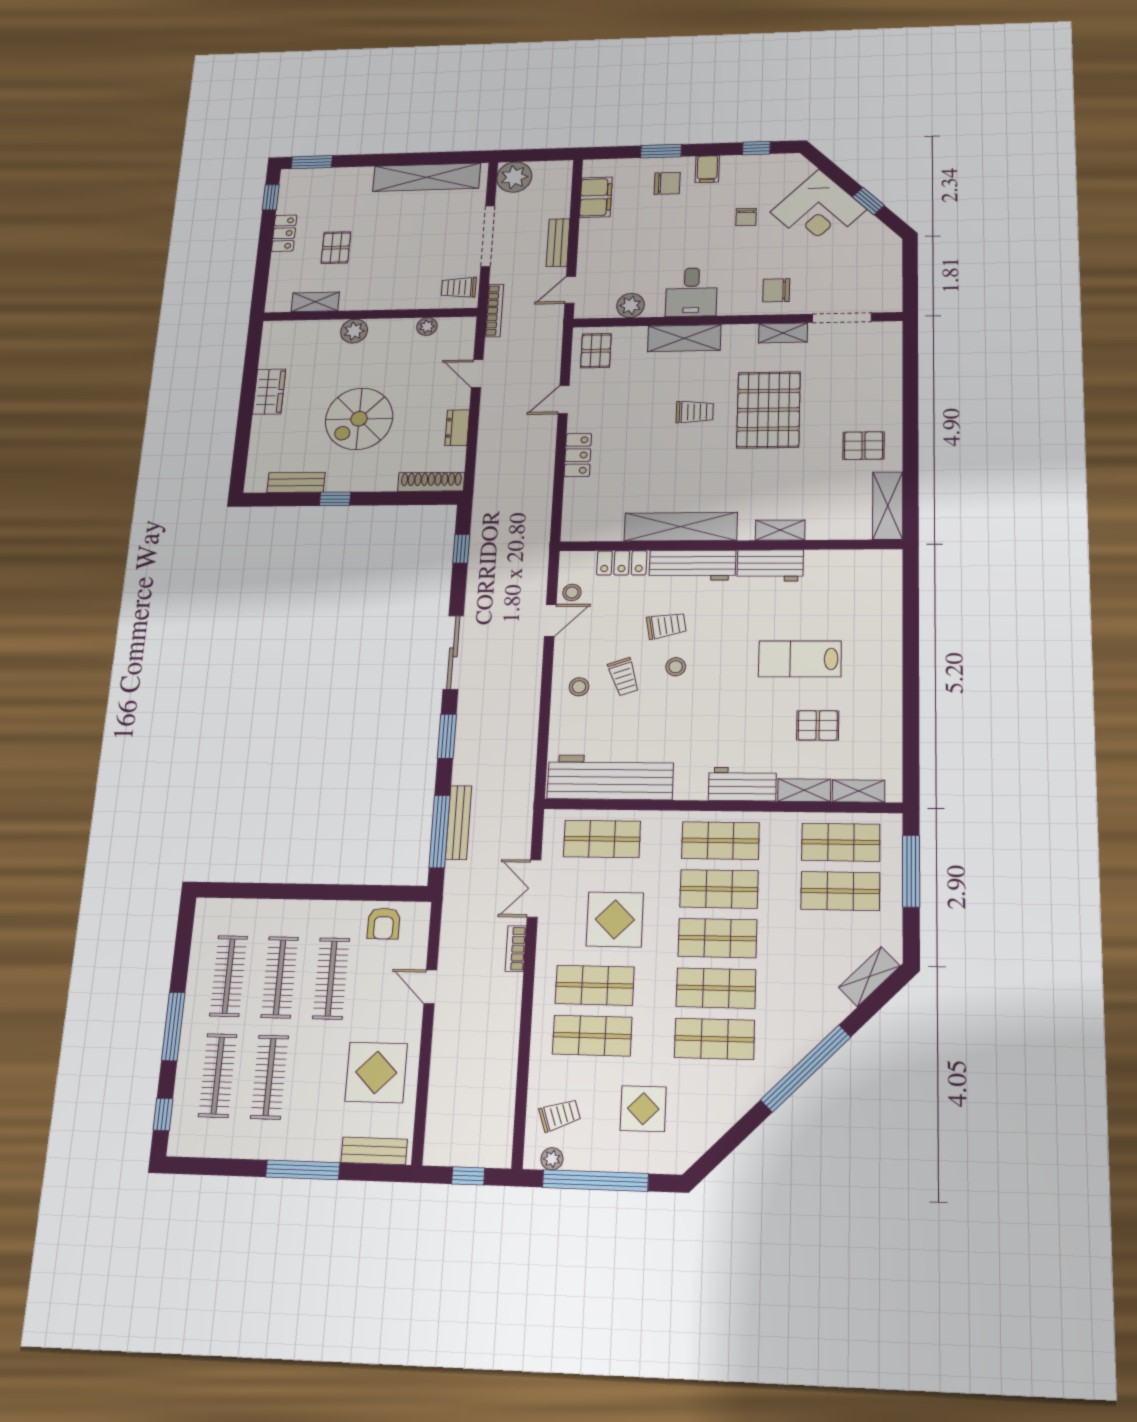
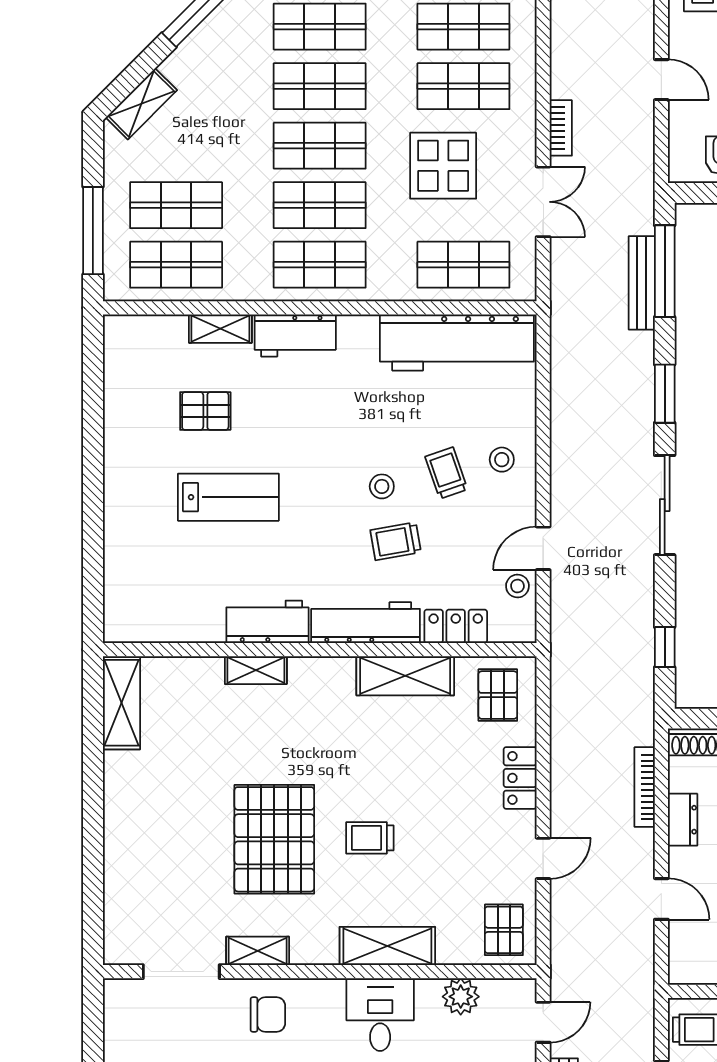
bookcase: (494, 310) -> (645, 787), moved
pallet: (864, 446) -> (498, 695), moved, turned 90
shelving: (681, 527) -> (405, 676), width x0.68
shelving: (859, 791) -> (155, 328), removed

